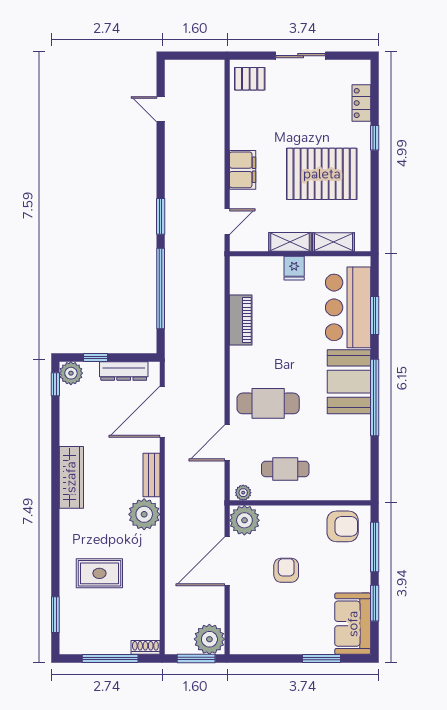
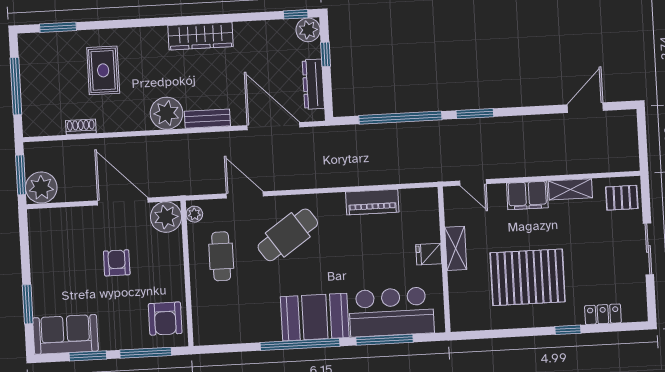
pallet: (250, 79) -> (622, 198), turned 90
door: (161, 109) -> (585, 108), width x1.38
pallet: (322, 174) -> (528, 277), turned 90
shelving: (334, 242) -> (570, 189), moved, turned 90
window: (375, 315) -> (385, 340), width x1.44
cafe table: (268, 403) -> (288, 235), turned 55
armchair: (286, 570) -> (117, 263), turned -90
shoe rack: (145, 647) -> (81, 127), moved, turned -90

